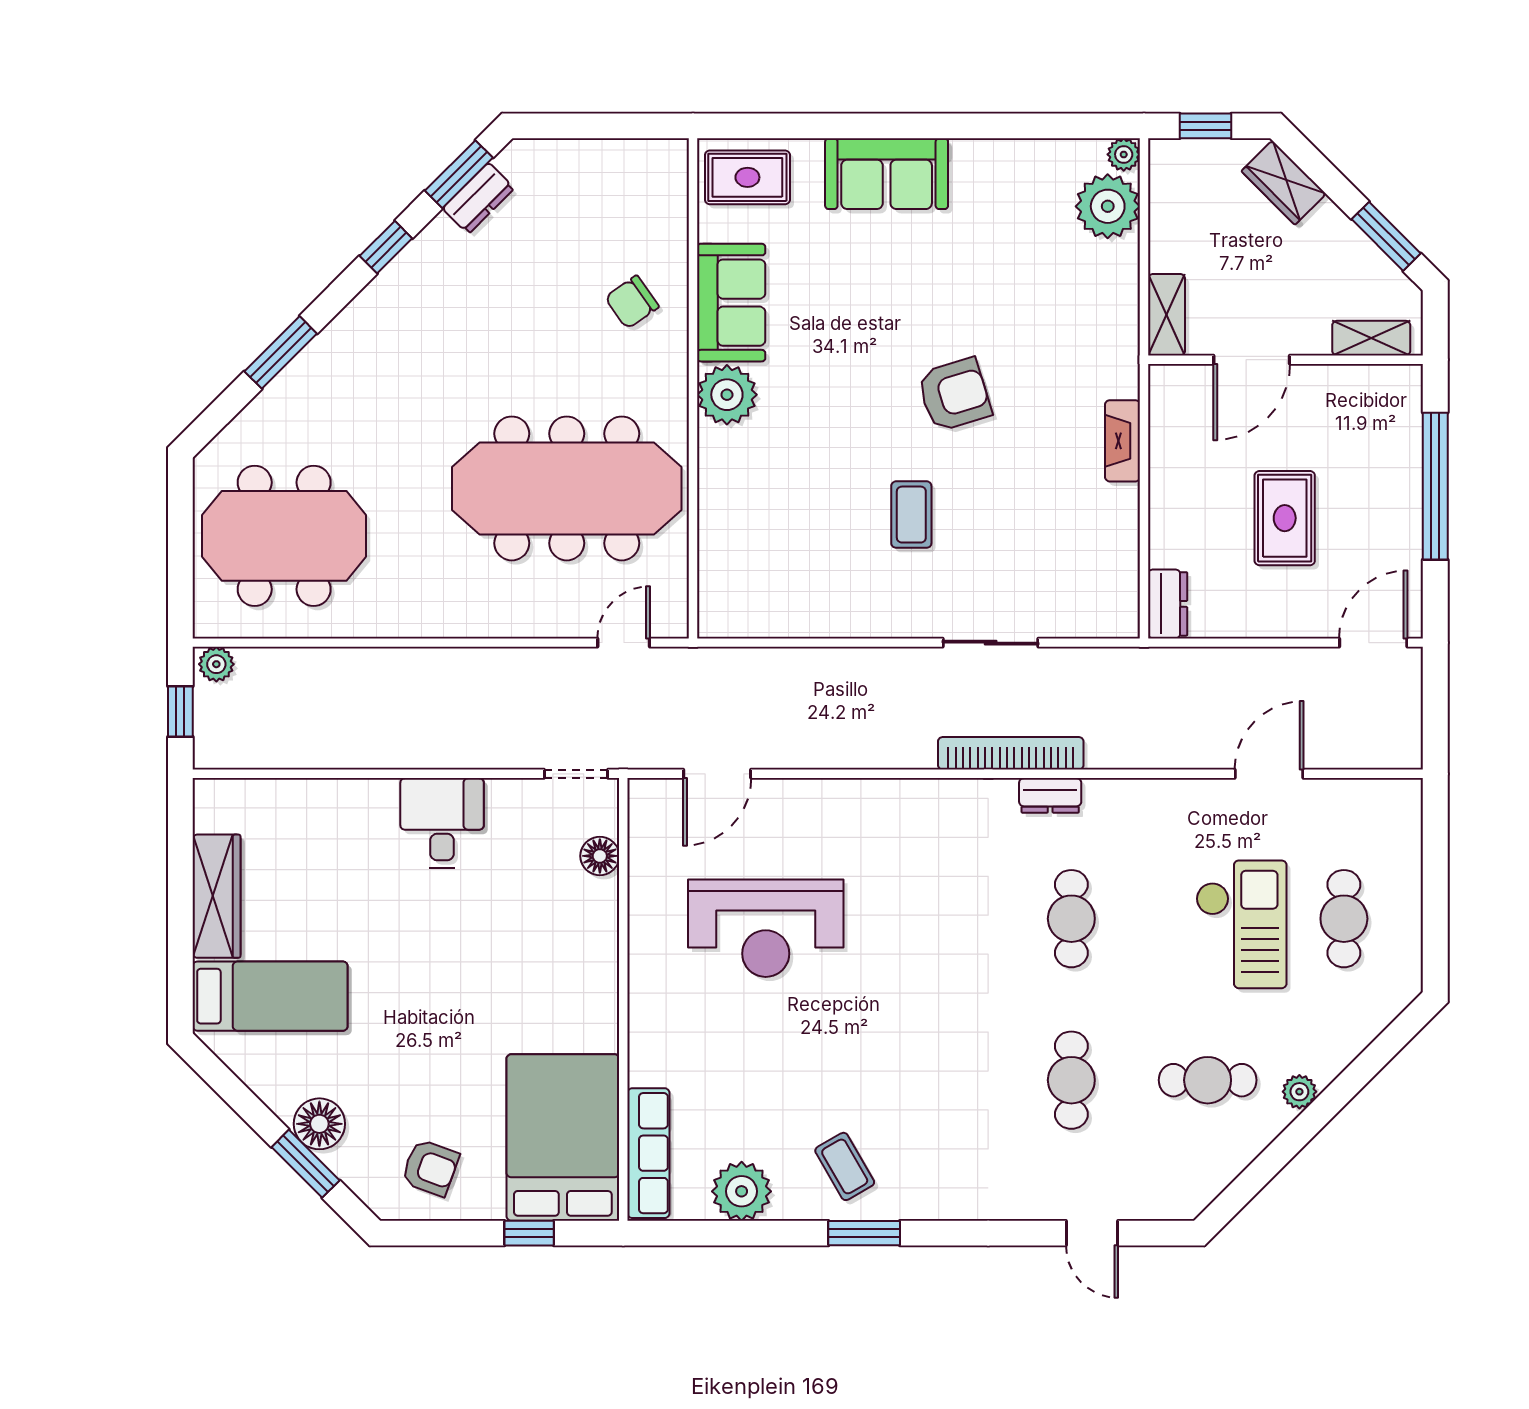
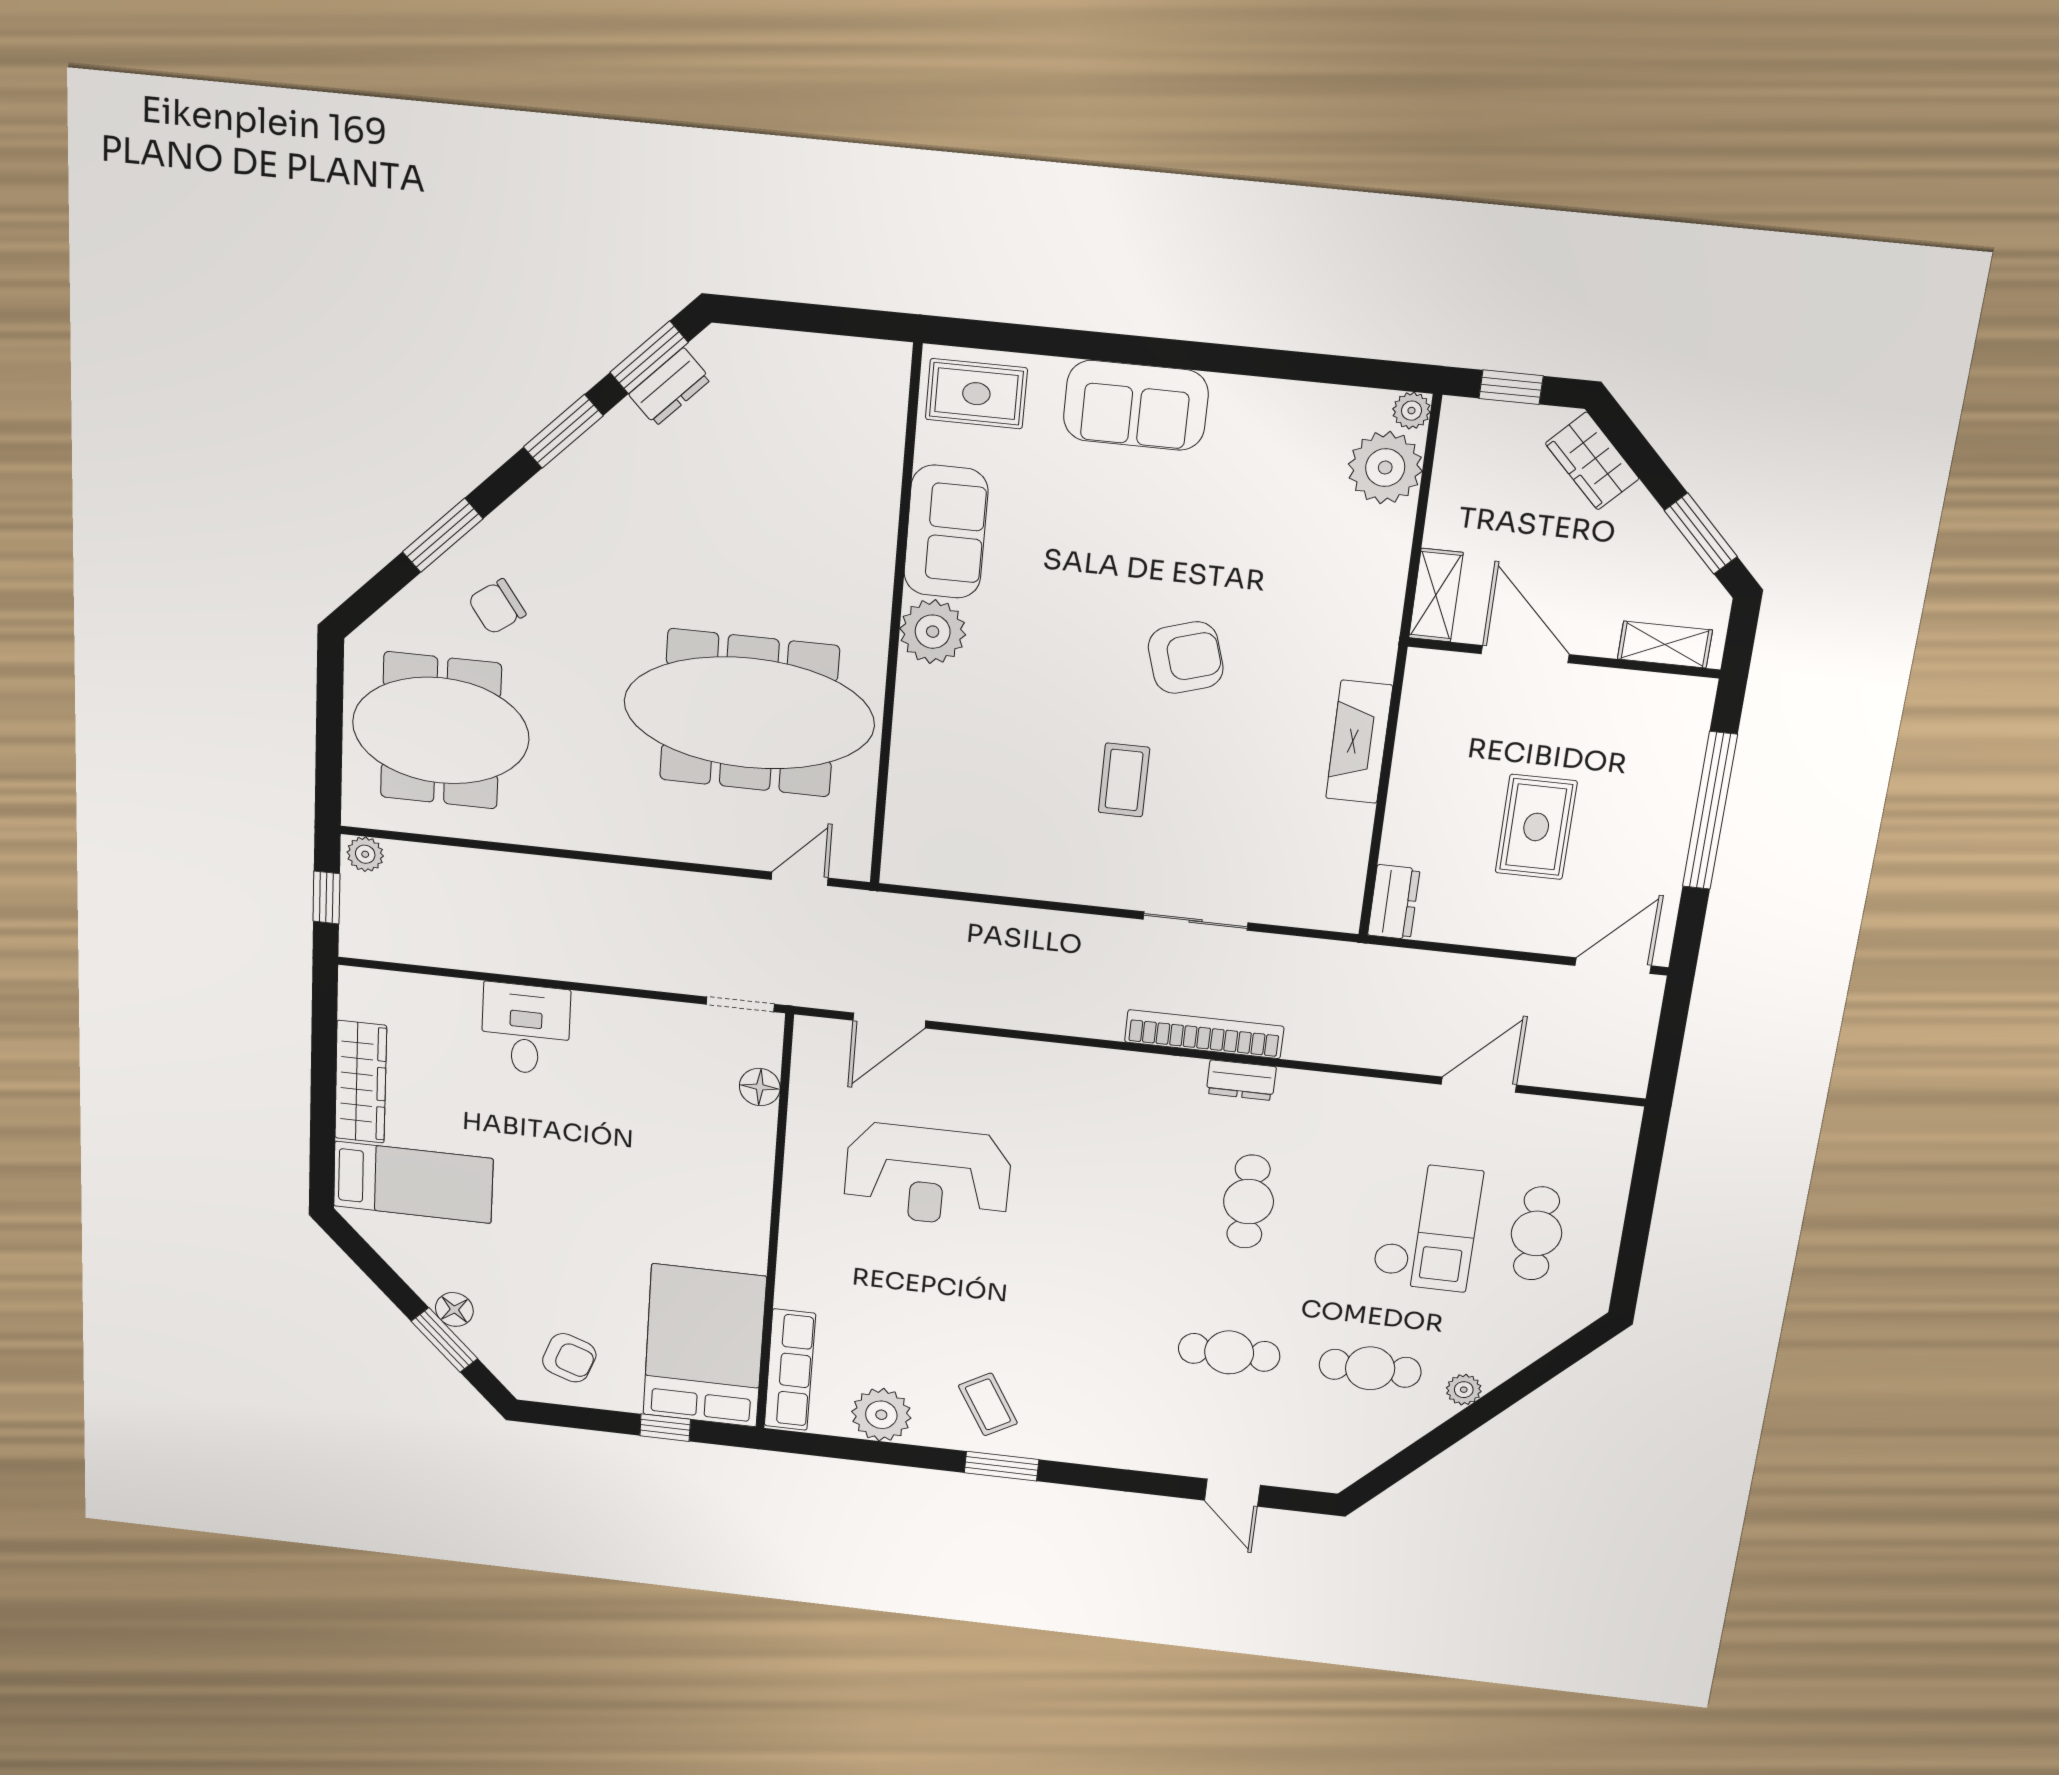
window: (386, 247) -> (563, 431), width x1.50
chair: (632, 302) -> (497, 607), moved
door: (1252, 360) -> (1525, 654), swing flipped
fireplace: (1123, 441) -> (1359, 742), width x1.37, depth x1.32
desk: (442, 823) -> (526, 1029), moved
cafe table: (1071, 1080) -> (1229, 1352), turned 90
floor lamp: (319, 1124) -> (454, 1309), width x0.73, depth x0.73

